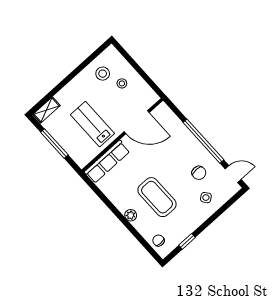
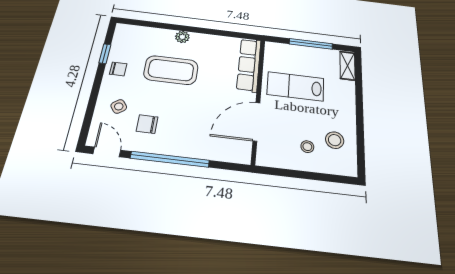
lab bench: (93, 124) -> (295, 86), turned 180
door: (233, 174) -> (107, 152), swing flipped
chair: (159, 240) -> (118, 69), moved

